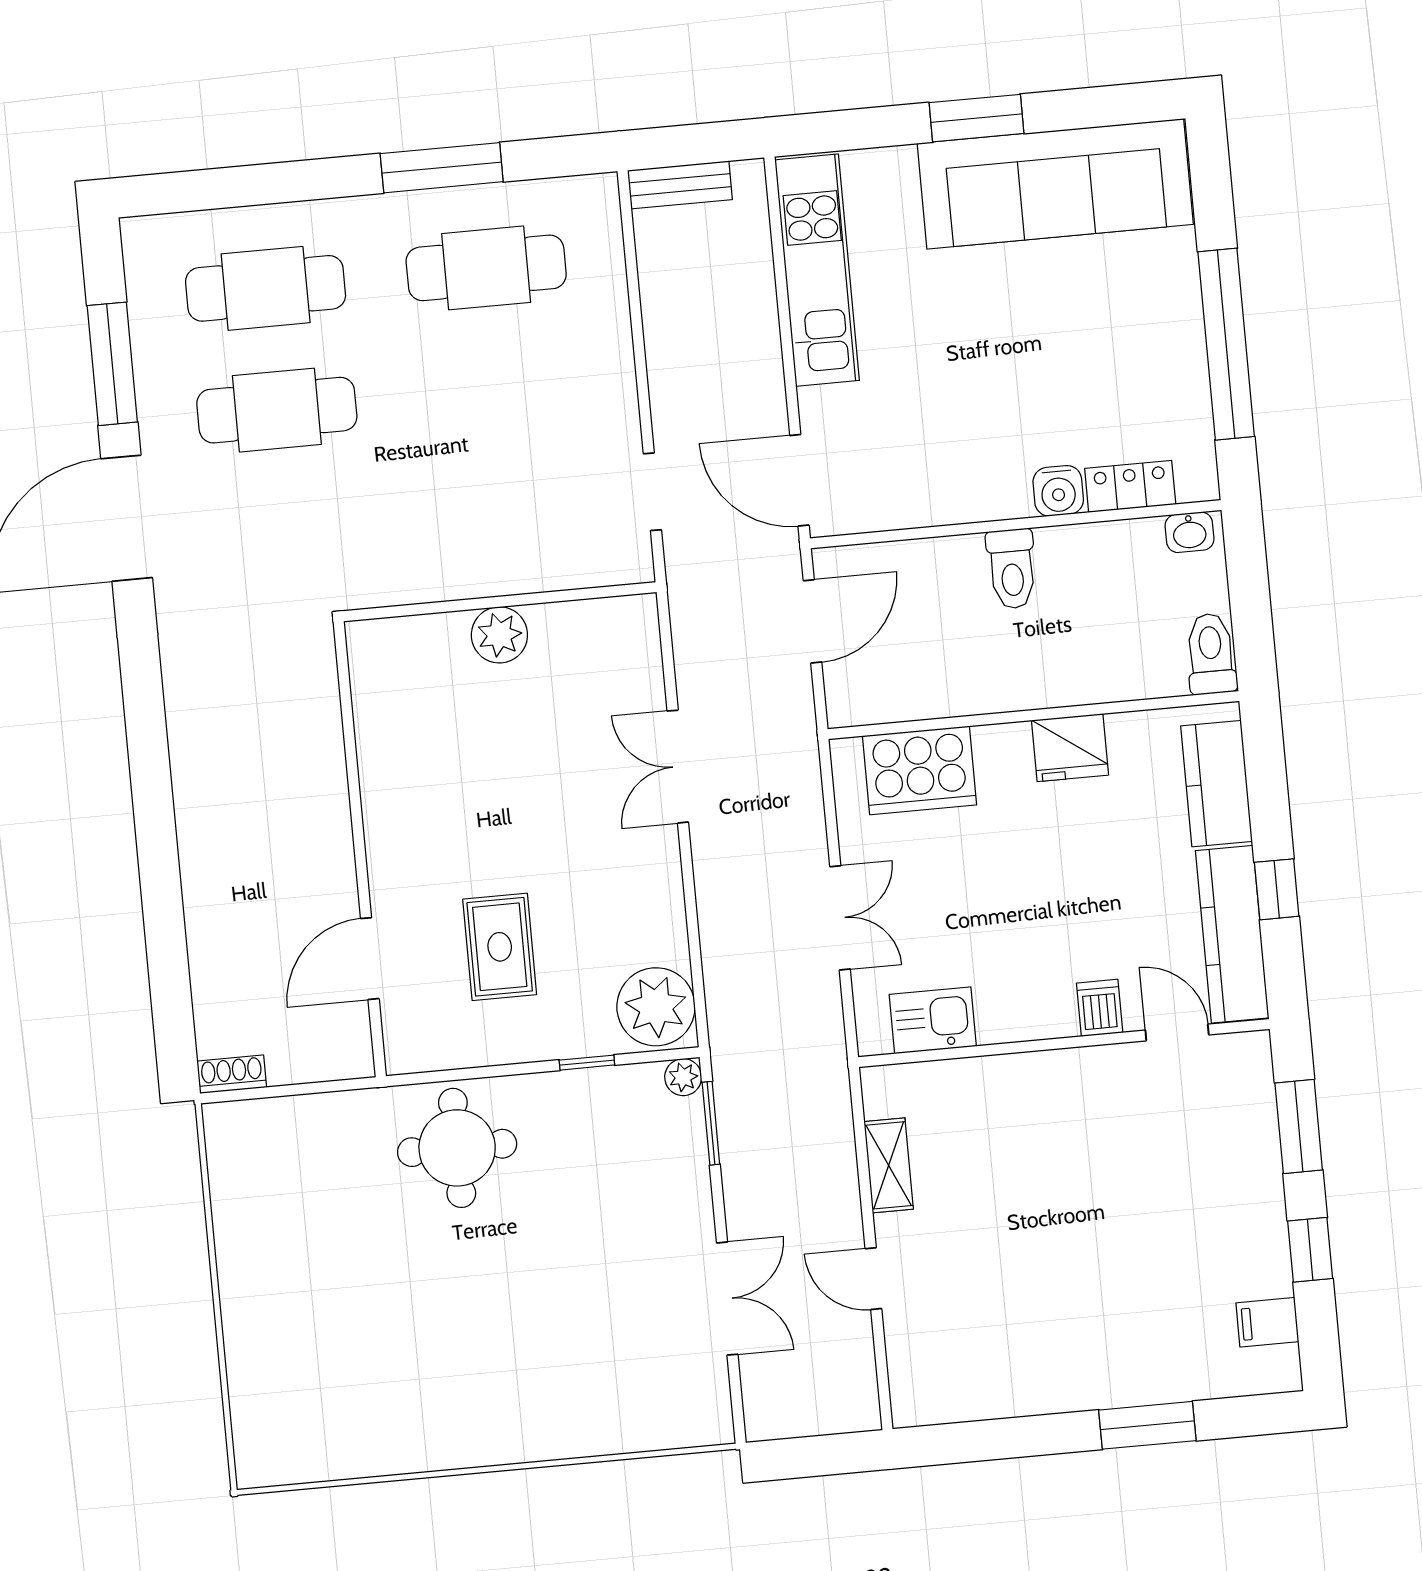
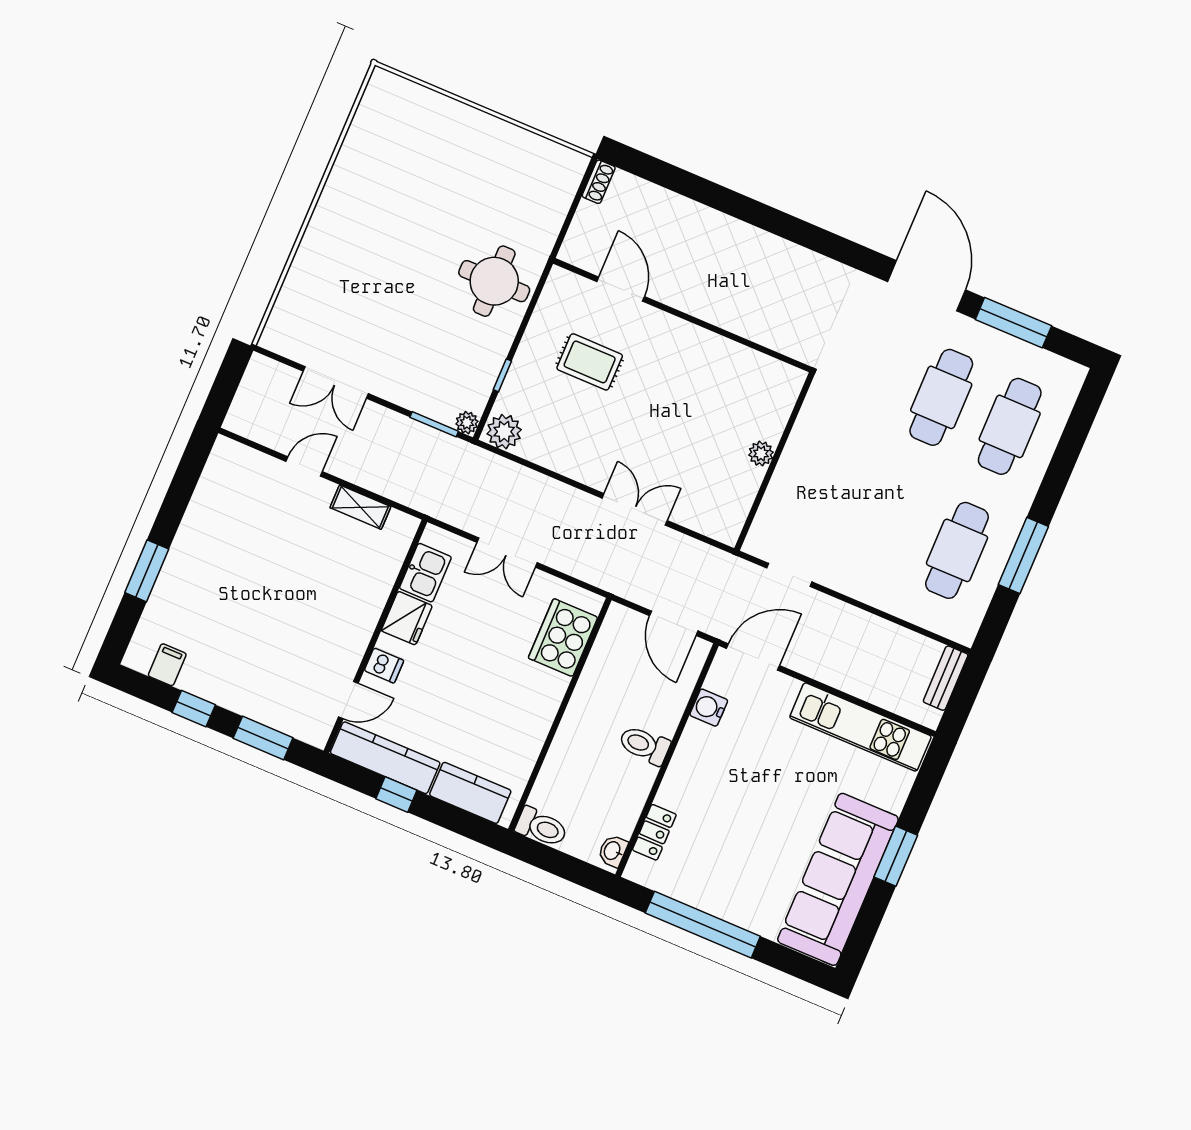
water cooler: (1058, 491) -> (709, 708), moved
plant: (499, 635) -> (761, 454), width x0.73, depth x0.73
fridge: (1070, 748) -> (407, 618), moved, turned 180
plant: (656, 1007) -> (504, 432), width x0.73, depth x0.73

